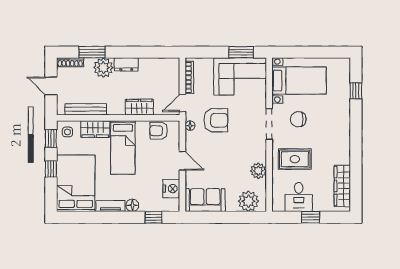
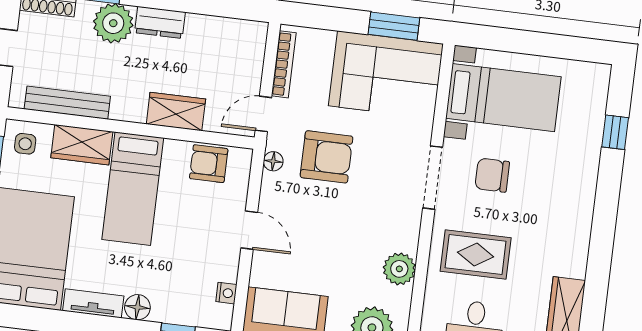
nightstand: (171, 189) -> (226, 293), width x0.53, depth x0.56

